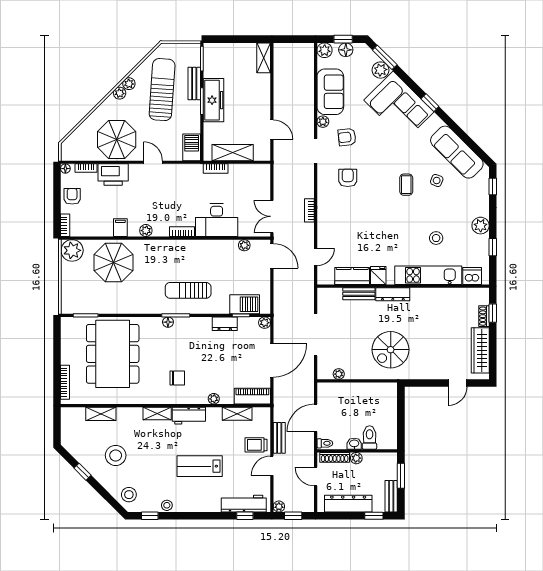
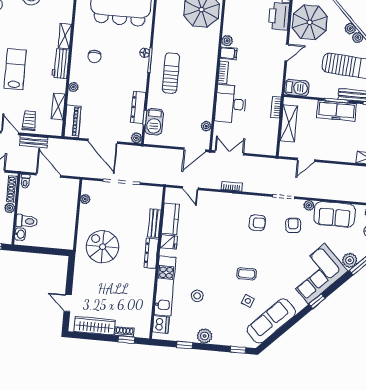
filing cabinet: (120, 228) -> (229, 53), moved
dresser: (225, 324) -> (138, 107), width x1.44
washbasin: (354, 444) -> (20, 234), moved

